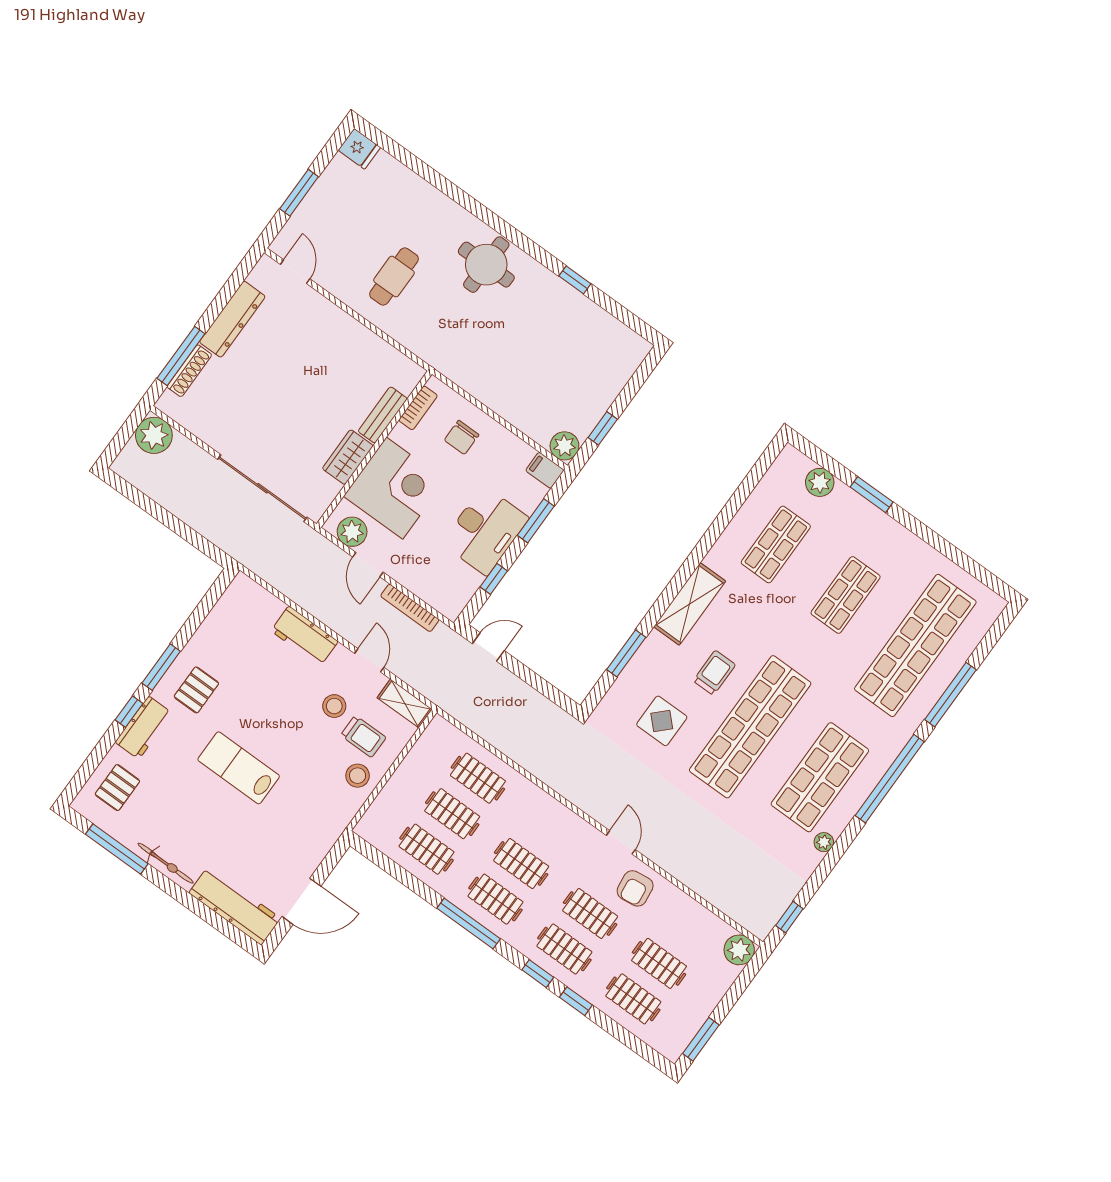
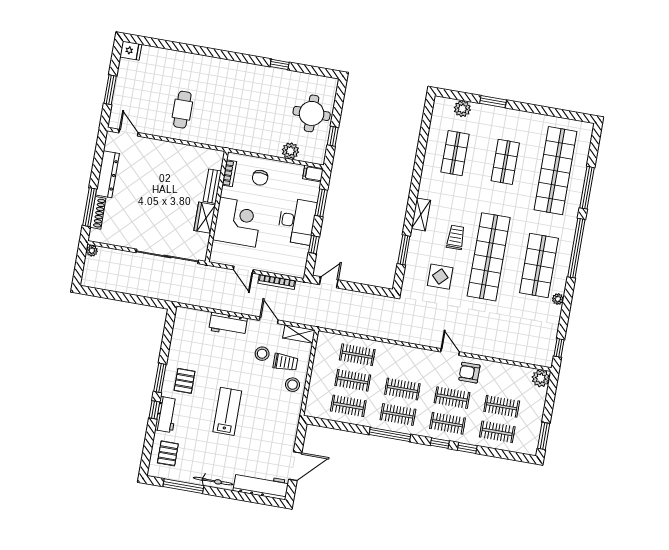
round table: (486, 265) -> (312, 113), moved
plant: (154, 435) -> (92, 251), width x0.53, depth x0.53
plant: (564, 446) -> (290, 151), moved
plant: (352, 532) -> (226, 256), removed
shelving: (690, 604) -> (421, 214), width x0.67, depth x0.75
lab bench: (239, 768) -> (227, 411), turned 90
armchair: (635, 888) -> (469, 373), turned 97

